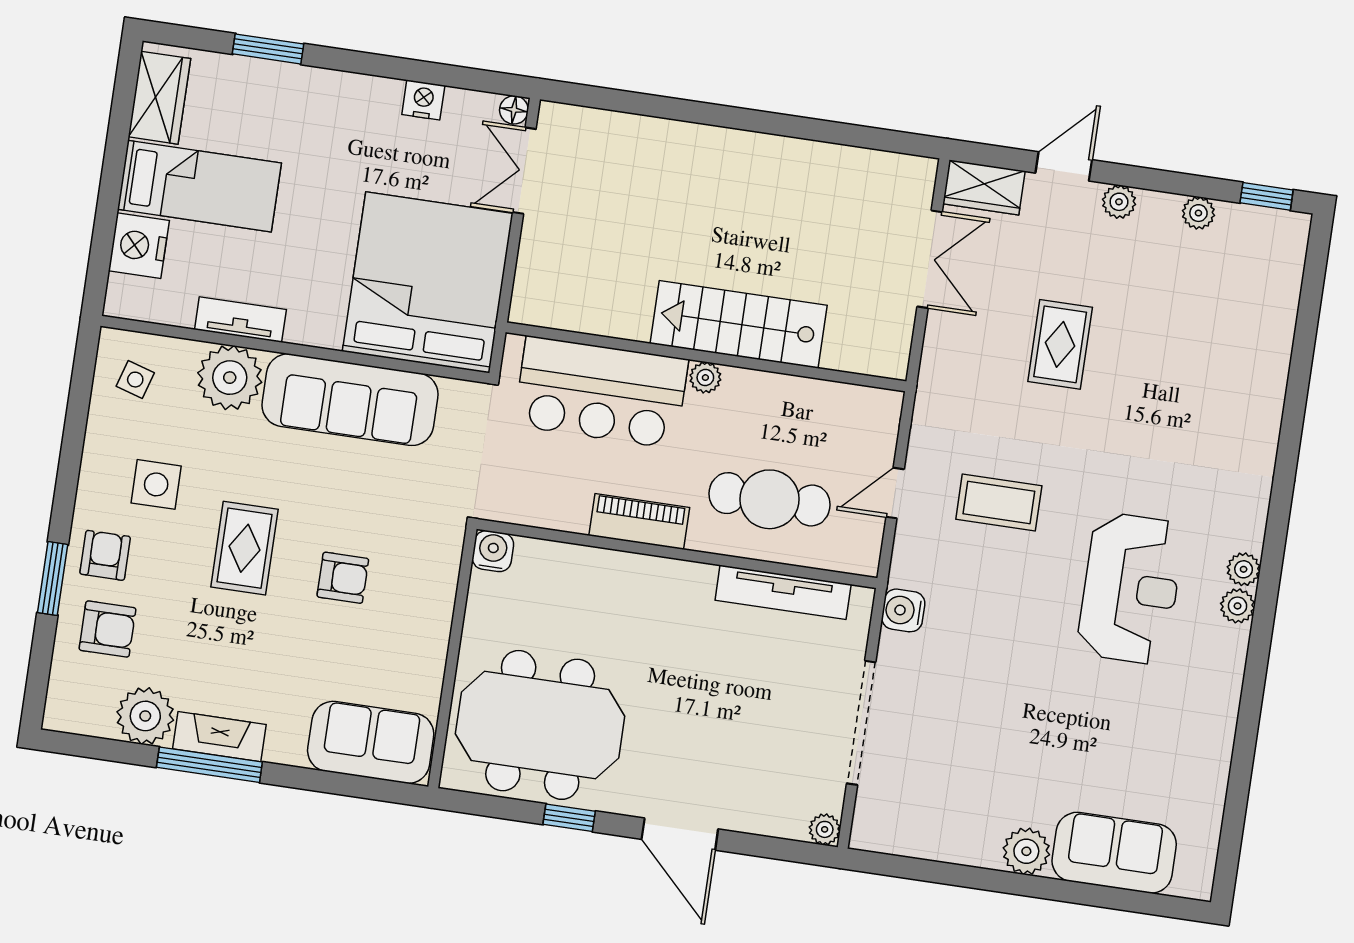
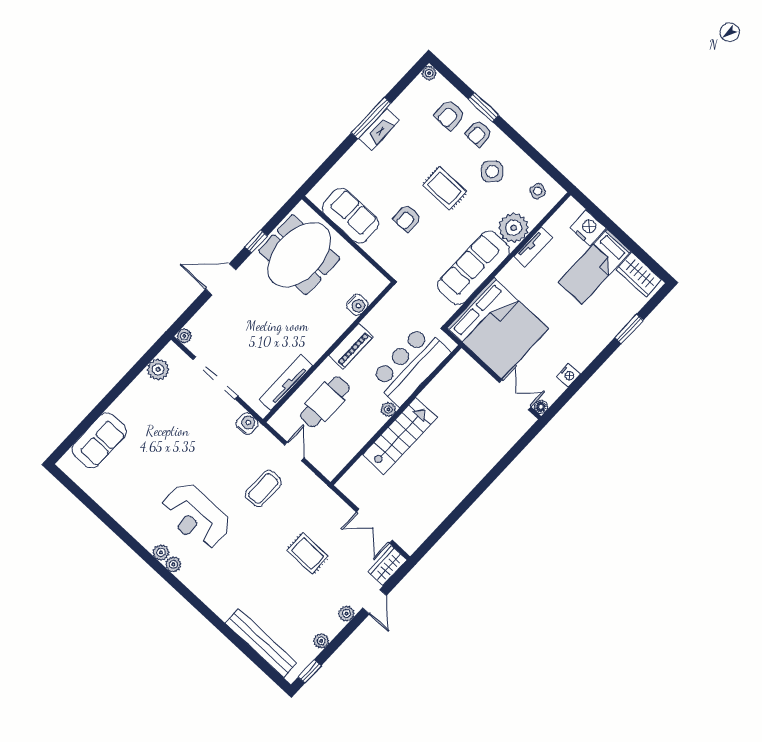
bench: (1276, 318) -> (261, 643), added
side table: (156, 484) -> (492, 172), turned 45
water cooler: (493, 551) -> (357, 305), moved
armchair: (105, 555) -> (479, 133), turned 90
plant: (145, 716) -> (429, 73), moved, width x0.53, depth x0.53
sofa: (371, 742) -> (350, 216), moved, turned -90
plant: (1026, 851) -> (158, 369), moved

